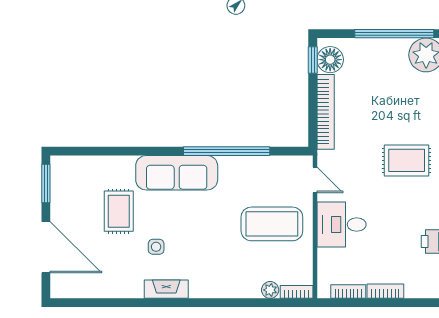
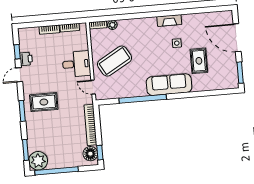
coffee table: (272, 224) -> (115, 61), turned -30

